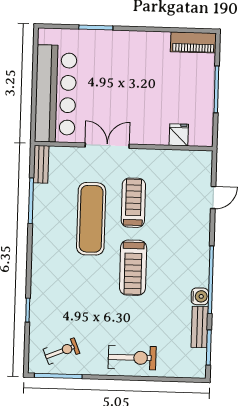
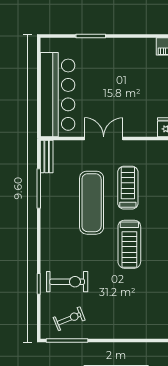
exercise bike: (132, 358) -> (67, 282), moved

